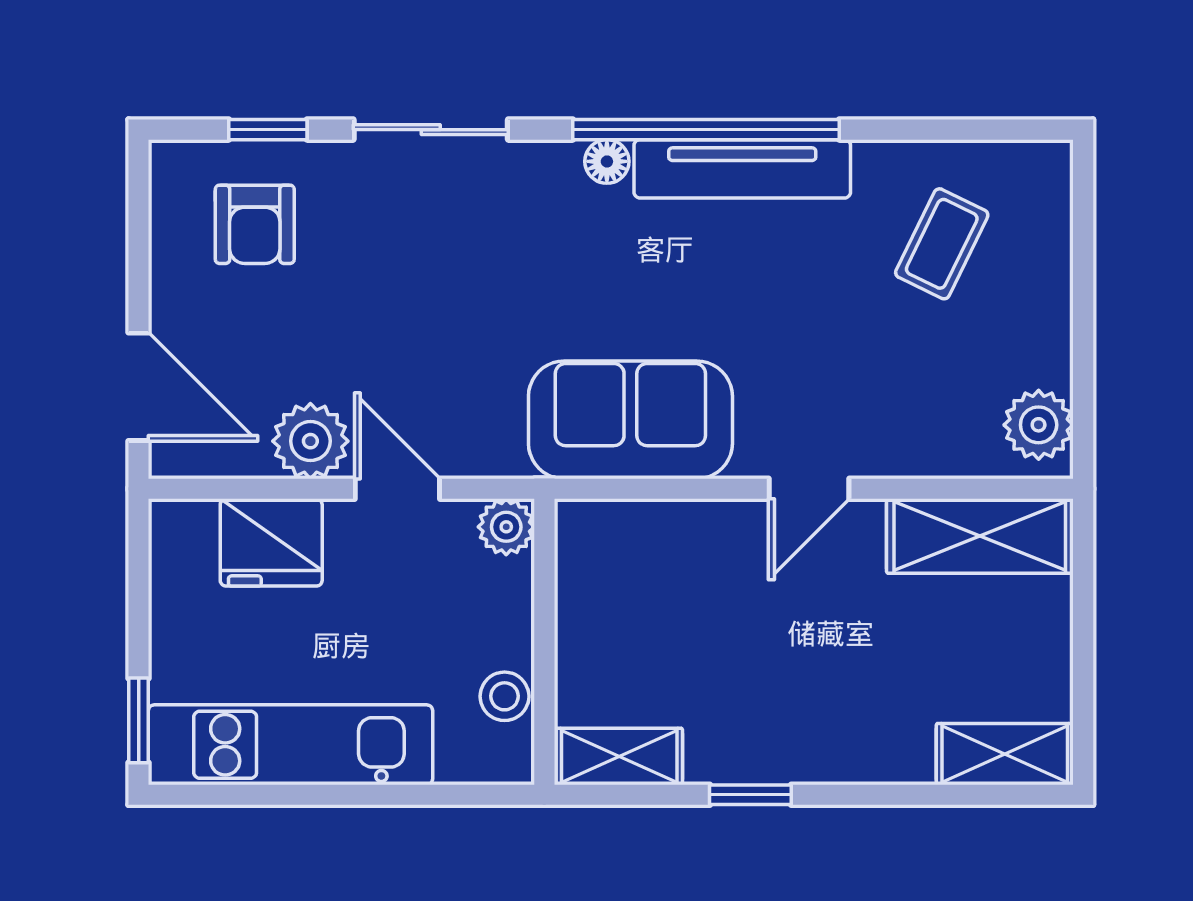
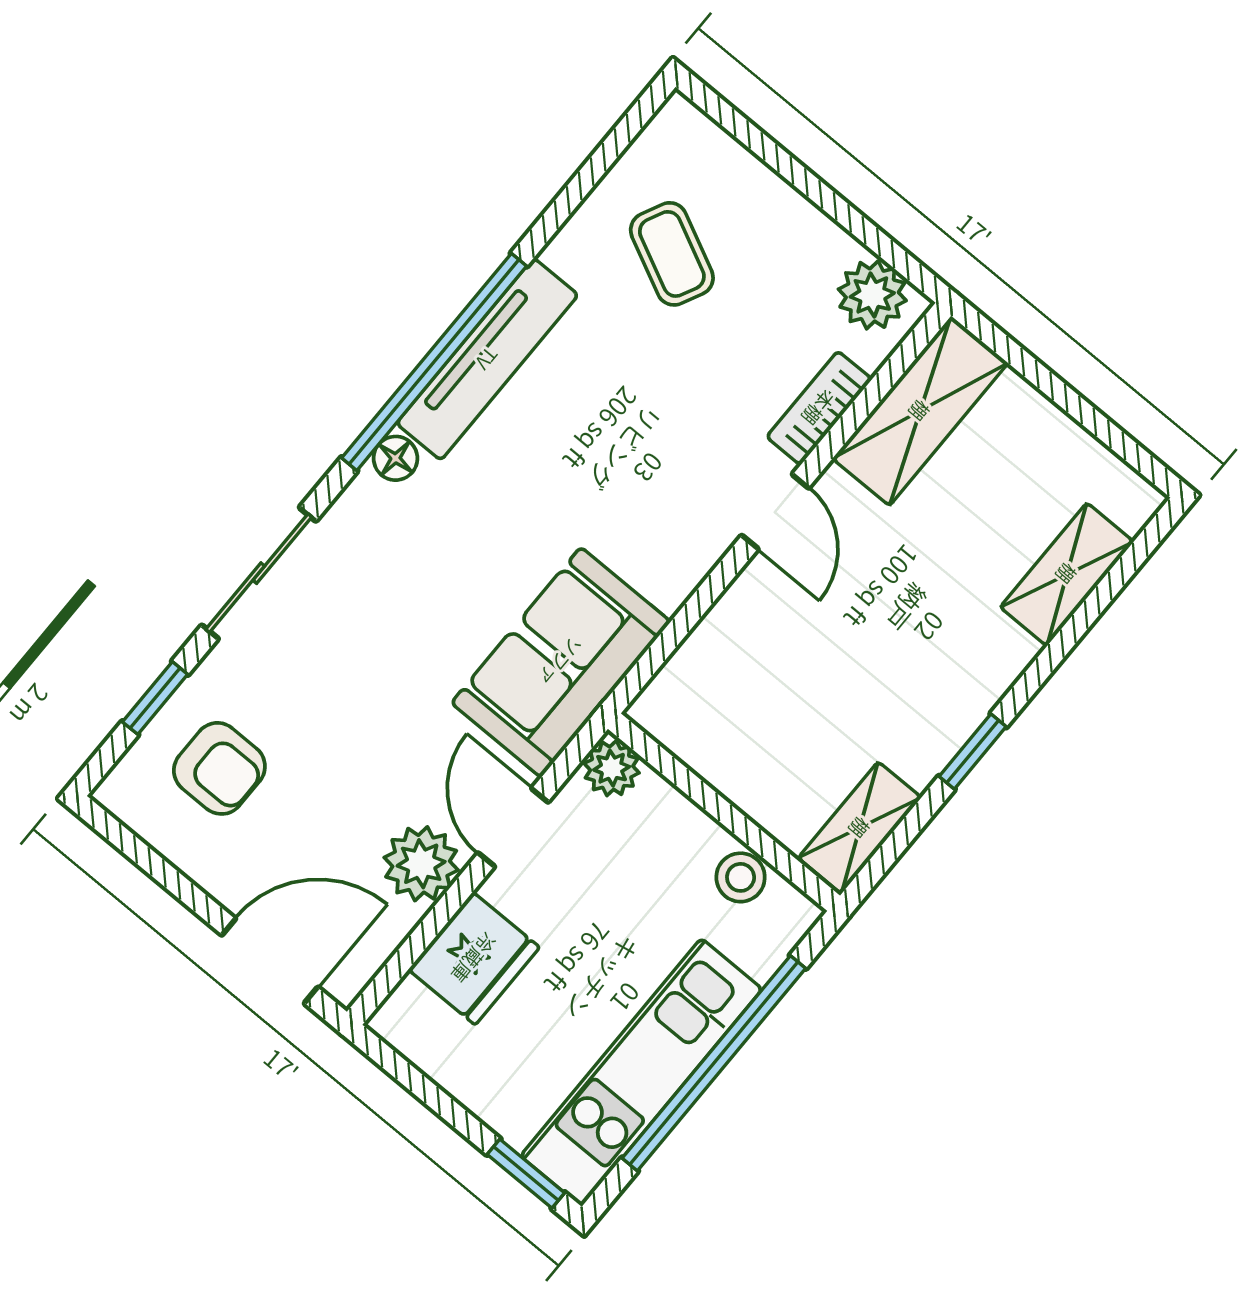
sofa: (630, 420) -> (561, 662), moved
bookcase: (917, 456) -> (819, 408), added
door: (397, 489) -> (513, 827), hinge flipped
shelving: (1005, 754) -> (1067, 574), moved
window: (344, 795) -> (714, 1063), added

